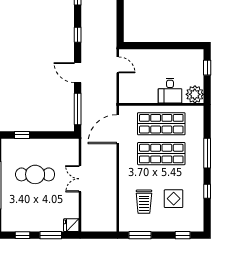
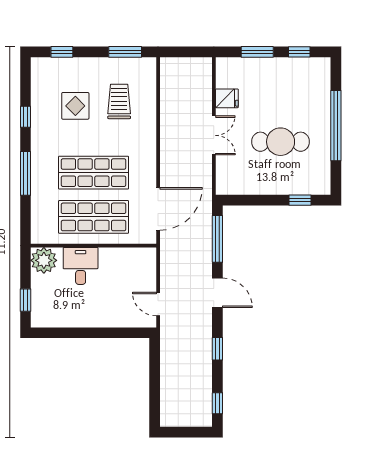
fridge: (71, 225) -> (227, 98), moved

